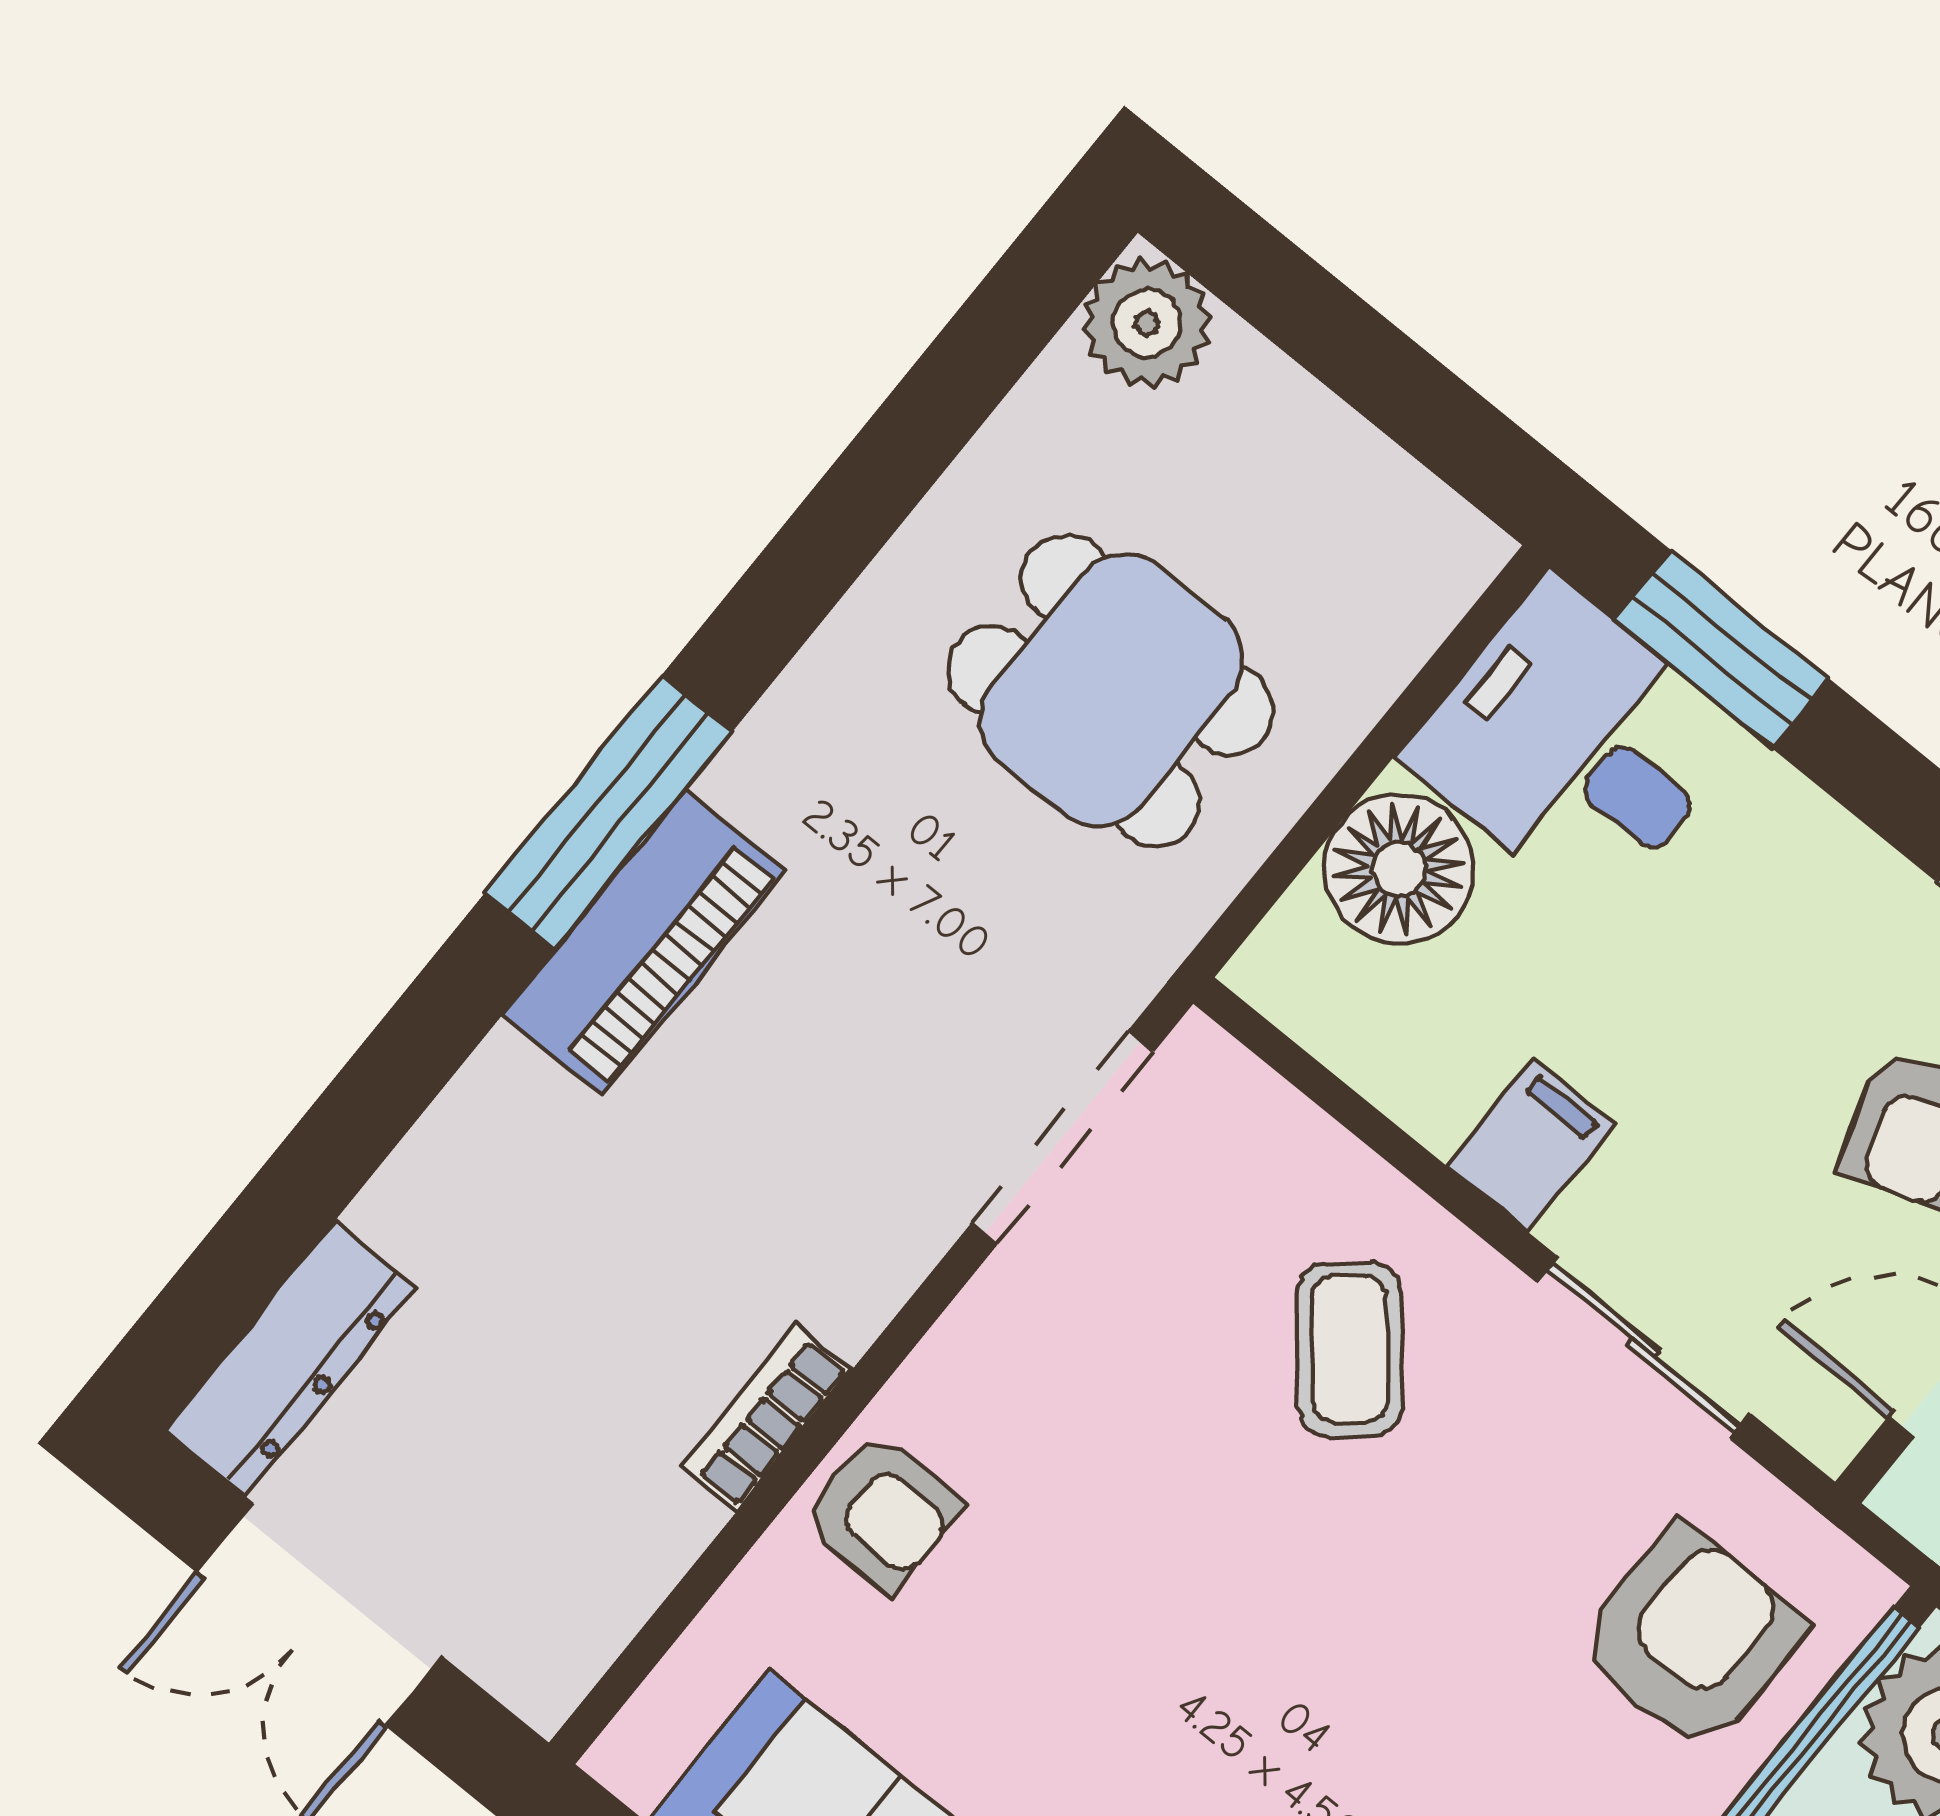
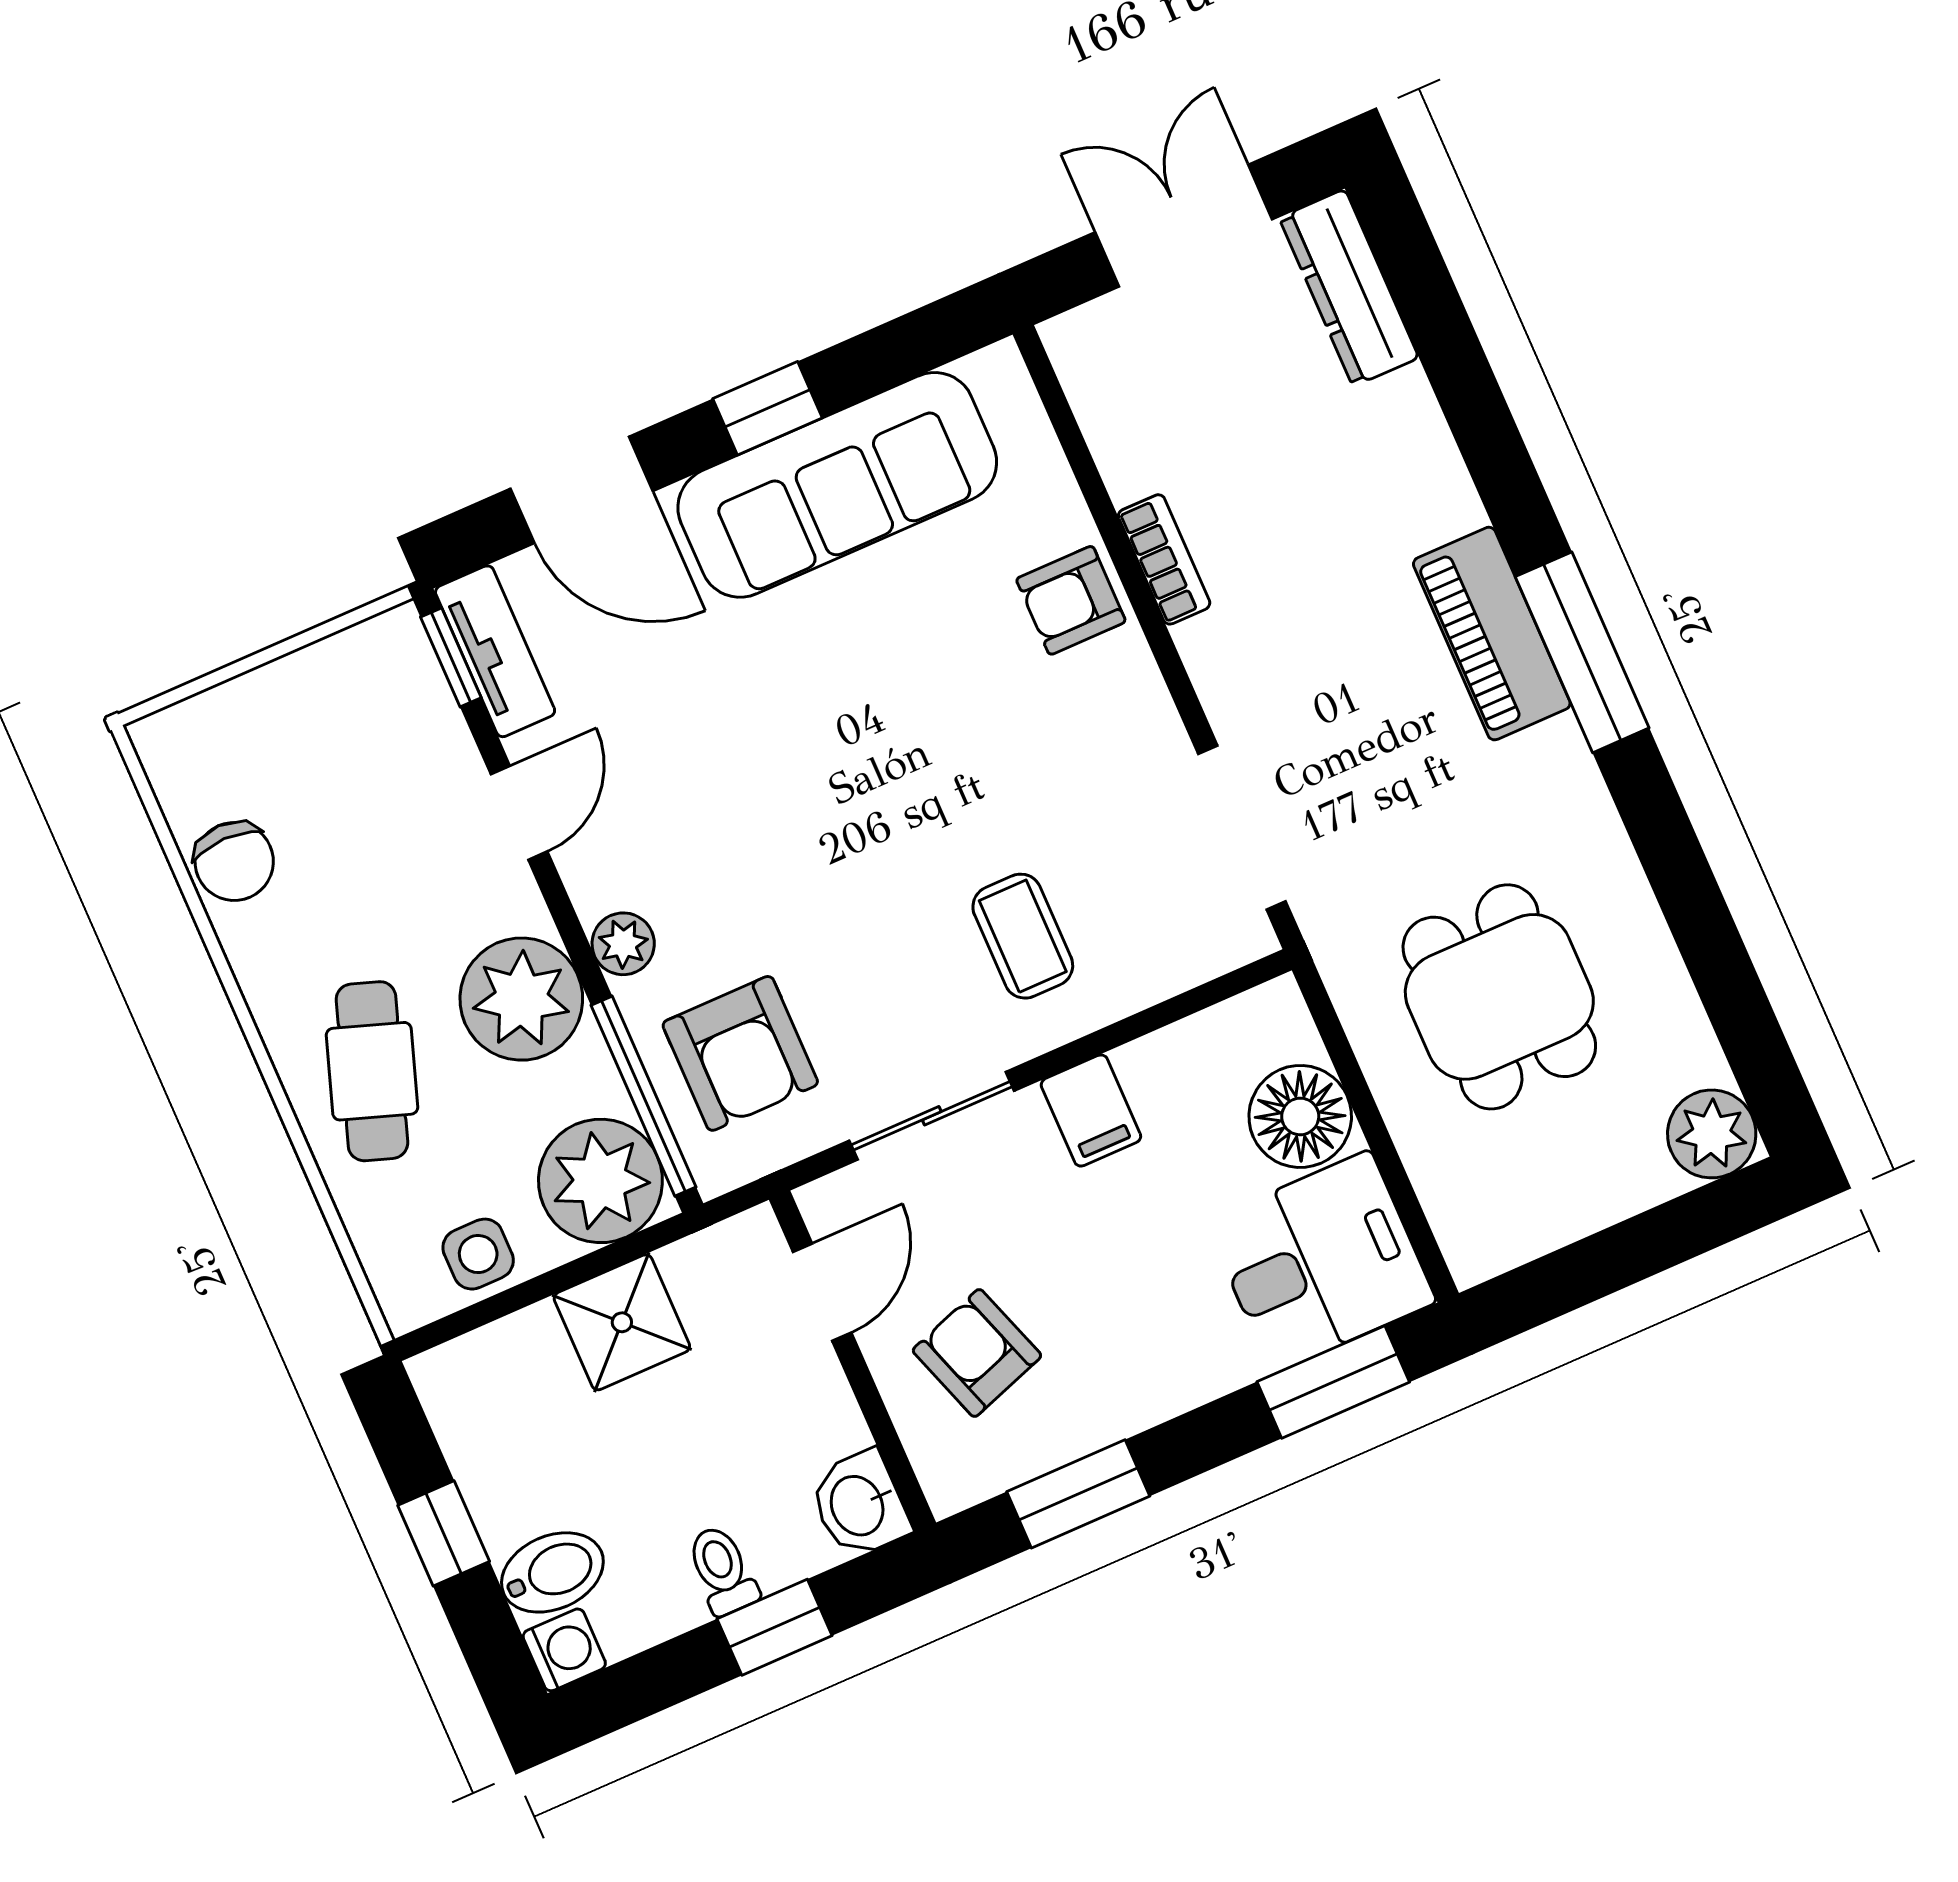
dining table: (1111, 690) -> (1499, 997), turned 90
coffee table: (1350, 1350) -> (1023, 936), turned 40

